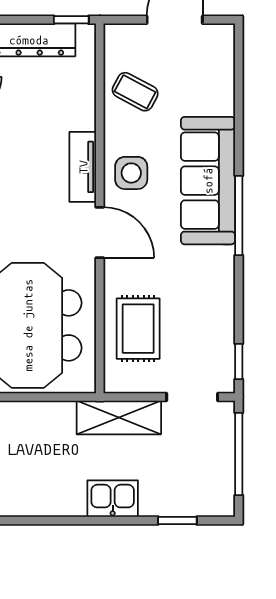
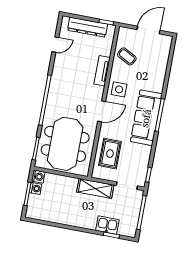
tv unit: (83, 167) -> (102, 71), moved
sofa: (208, 181) -> (146, 118), moved
door: (100, 233) -> (102, 111), hinge flipped
kitchen sink: (113, 499) -> (107, 225), moved

